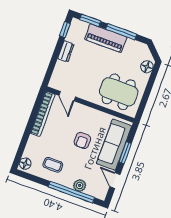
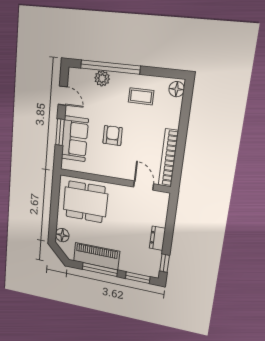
piano: (106, 38) -> (96, 256), moved
sofa: (114, 145) -> (75, 139), width x0.73

